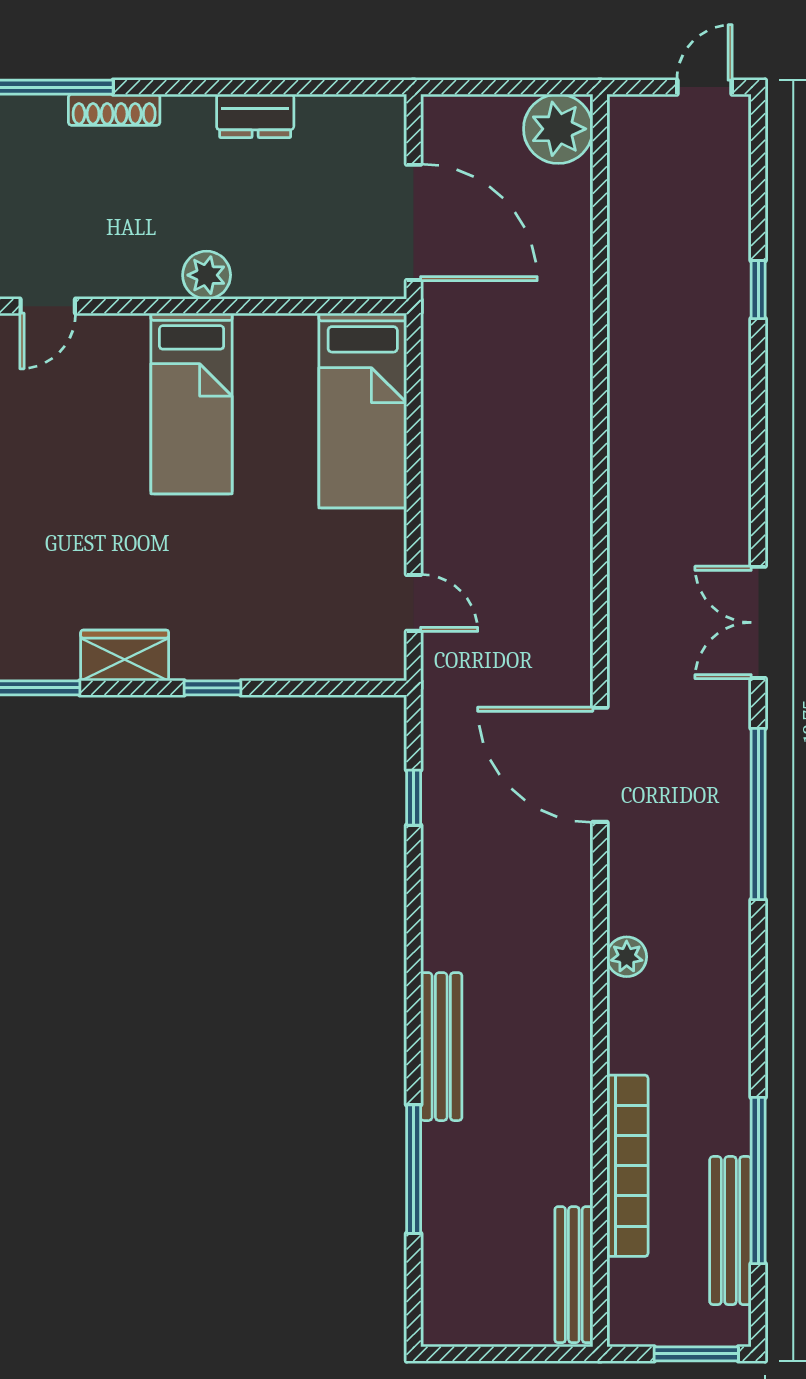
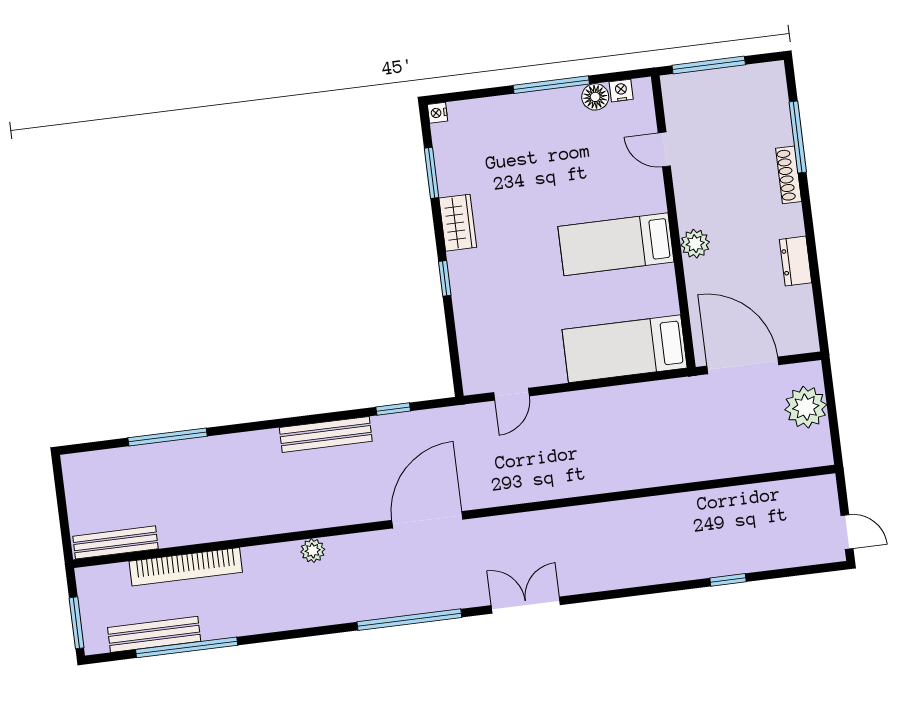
plant: (558, 129) -> (806, 407), moved
door: (414, 222) -> (743, 365), swing flipped
bench: (441, 1047) -> (326, 434), moved

